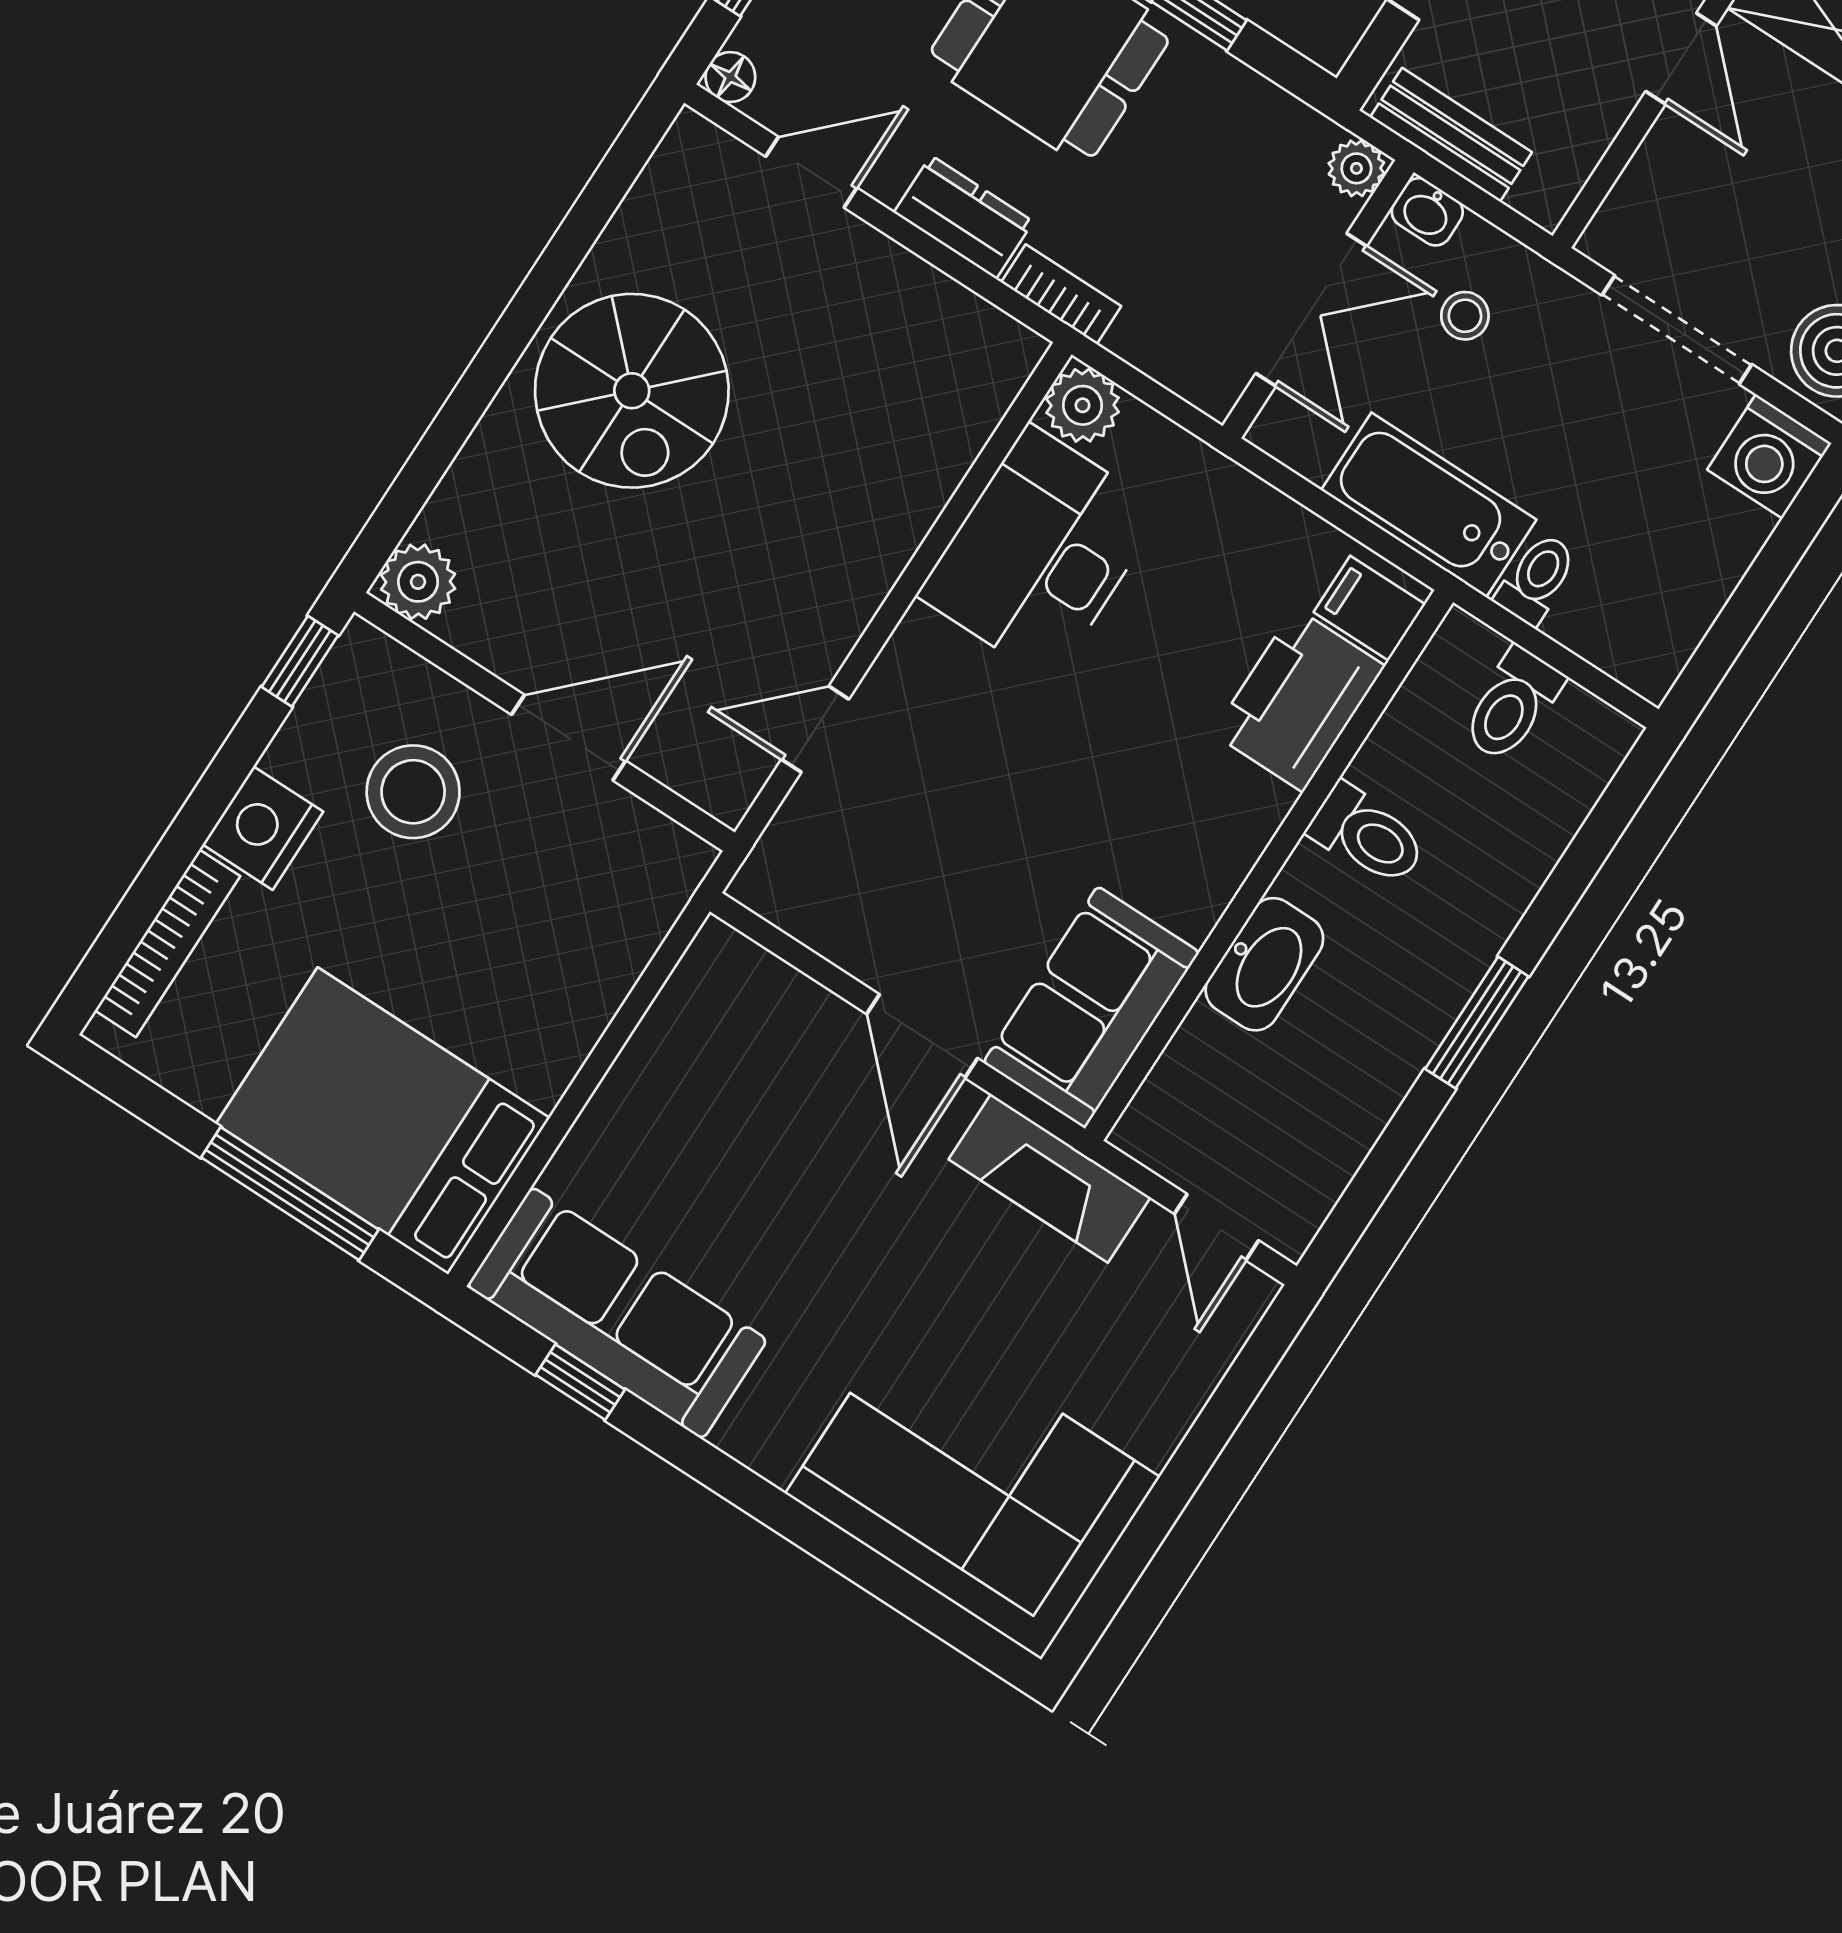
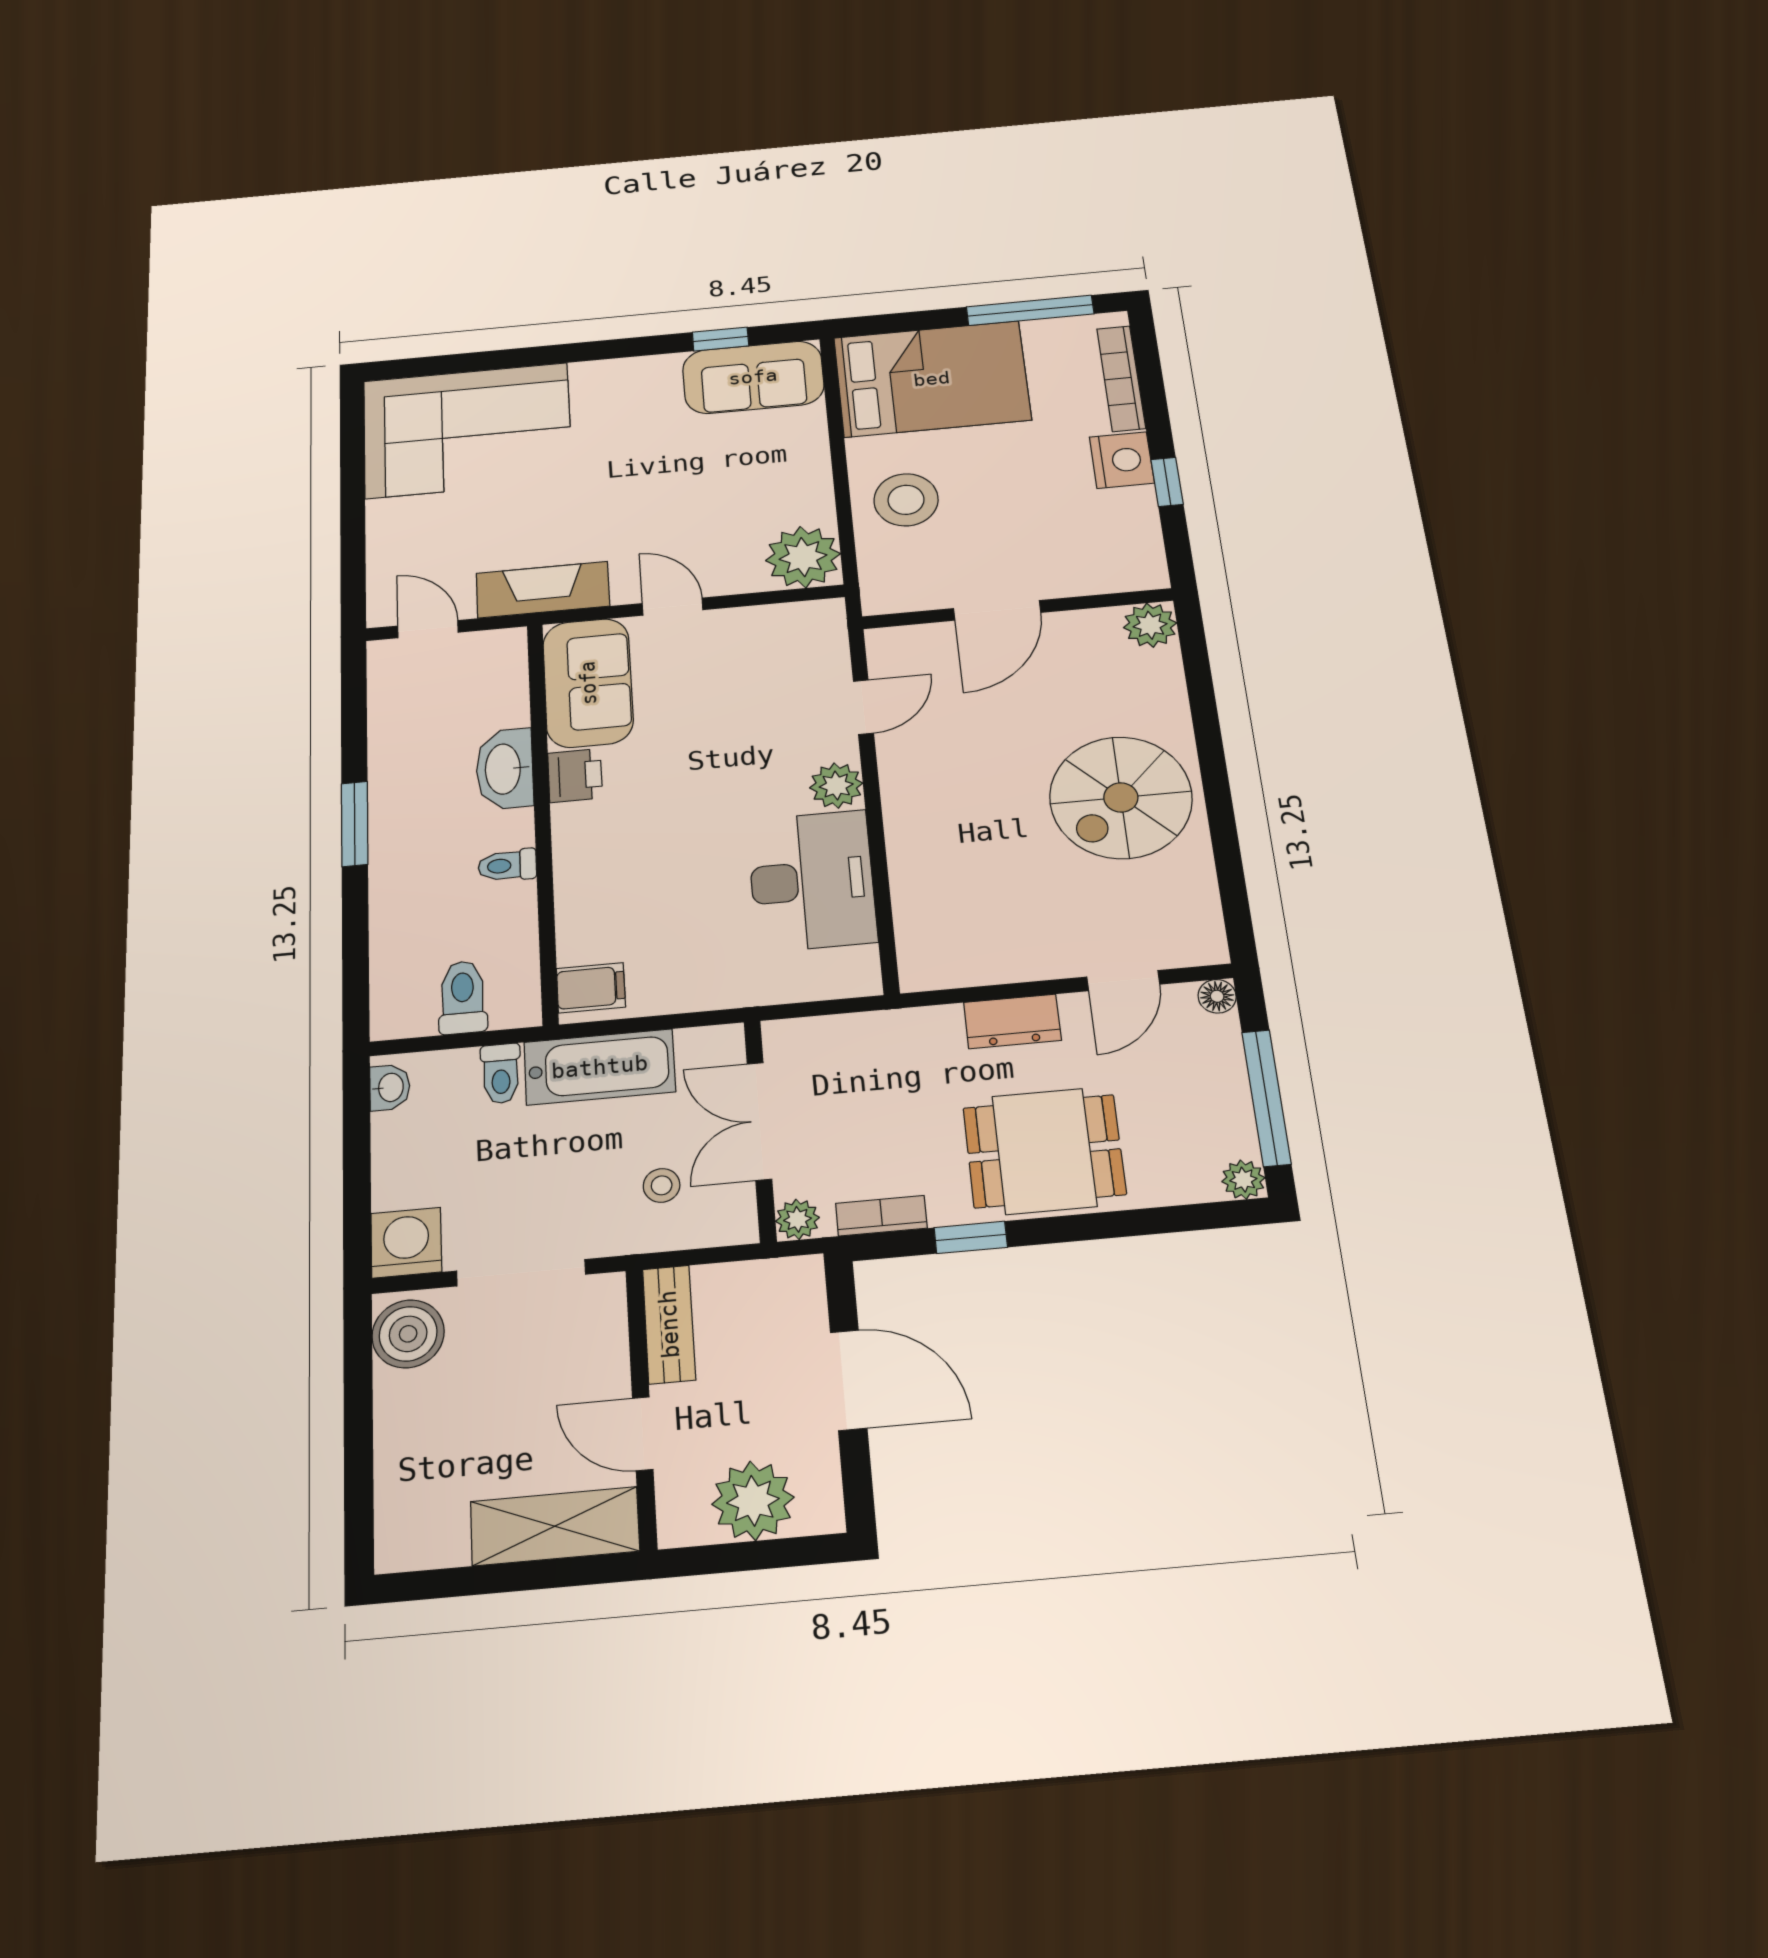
bench: (1451, 135) -> (669, 1324), moved, turned 90
washbasin: (1427, 212) -> (390, 1087), moved, turned 90
bookcase: (1061, 294) -> (881, 1216), moved, turned 180
spiral stairs: (632, 391) -> (1121, 797), turned -90
plant: (1082, 405) -> (836, 786), moved
window: (300, 661) -> (1167, 482), moved
printer: (1299, 700) -> (575, 776), moved, width x0.53, depth x0.68
stool: (413, 792) -> (906, 500), moved
toilet: (1367, 835) -> (507, 865), width x0.73, depth x0.72
plant: (726, 986) -> (803, 557), added
door: (922, 1036) -> (672, 607), width x0.73
window: (290, 1194) -> (1030, 310), moved
sofa: (617, 1313) -> (753, 377), width x0.73

